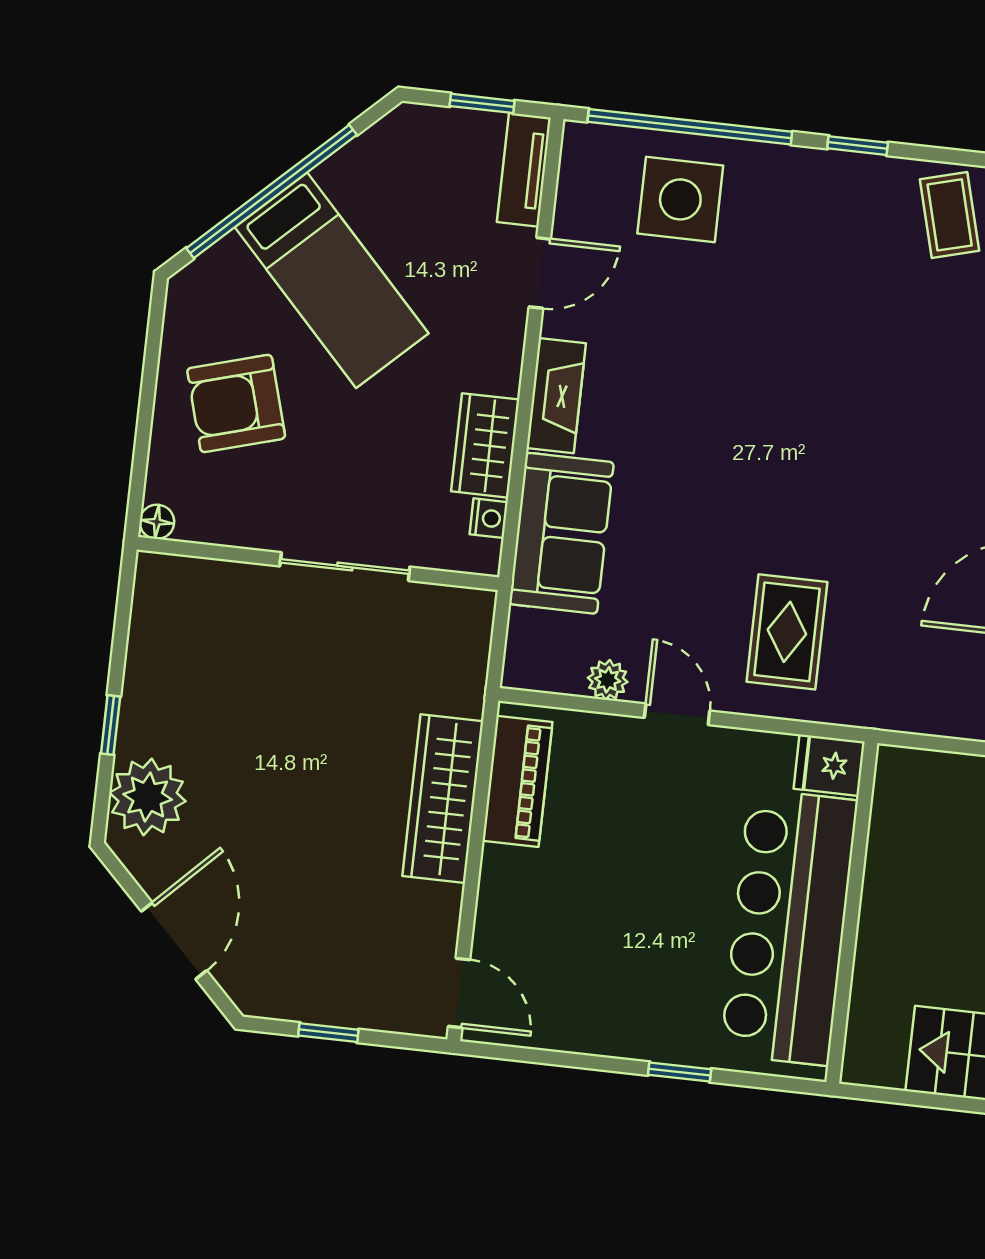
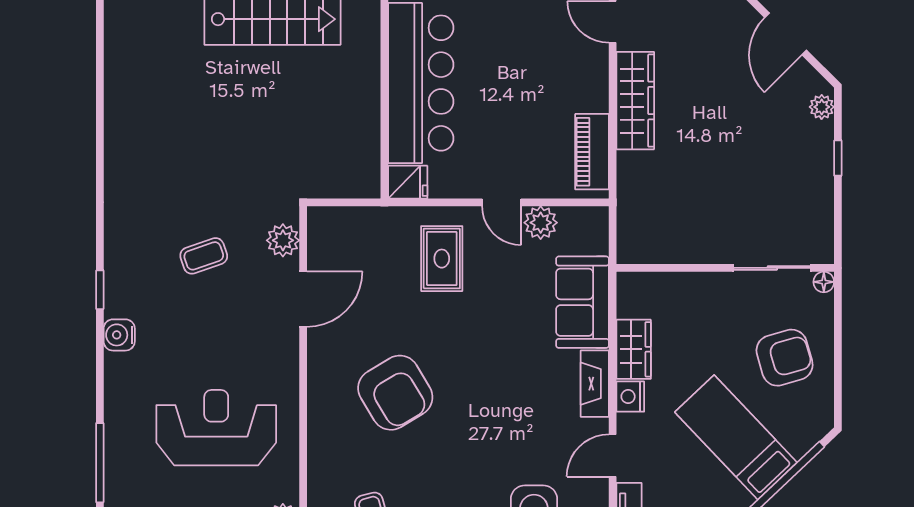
armchair: (889, 418) -> (395, 393), added
nightstand: (489, 518) -> (630, 397), moved, width x1.39, depth x1.35
sliding door: (345, 567) -> (772, 268), moved
plant: (608, 680) -> (541, 223), width x1.38, depth x1.38
plant: (148, 797) -> (822, 107), width x0.53, depth x0.53
wardrobe: (443, 799) -> (635, 101), moved

